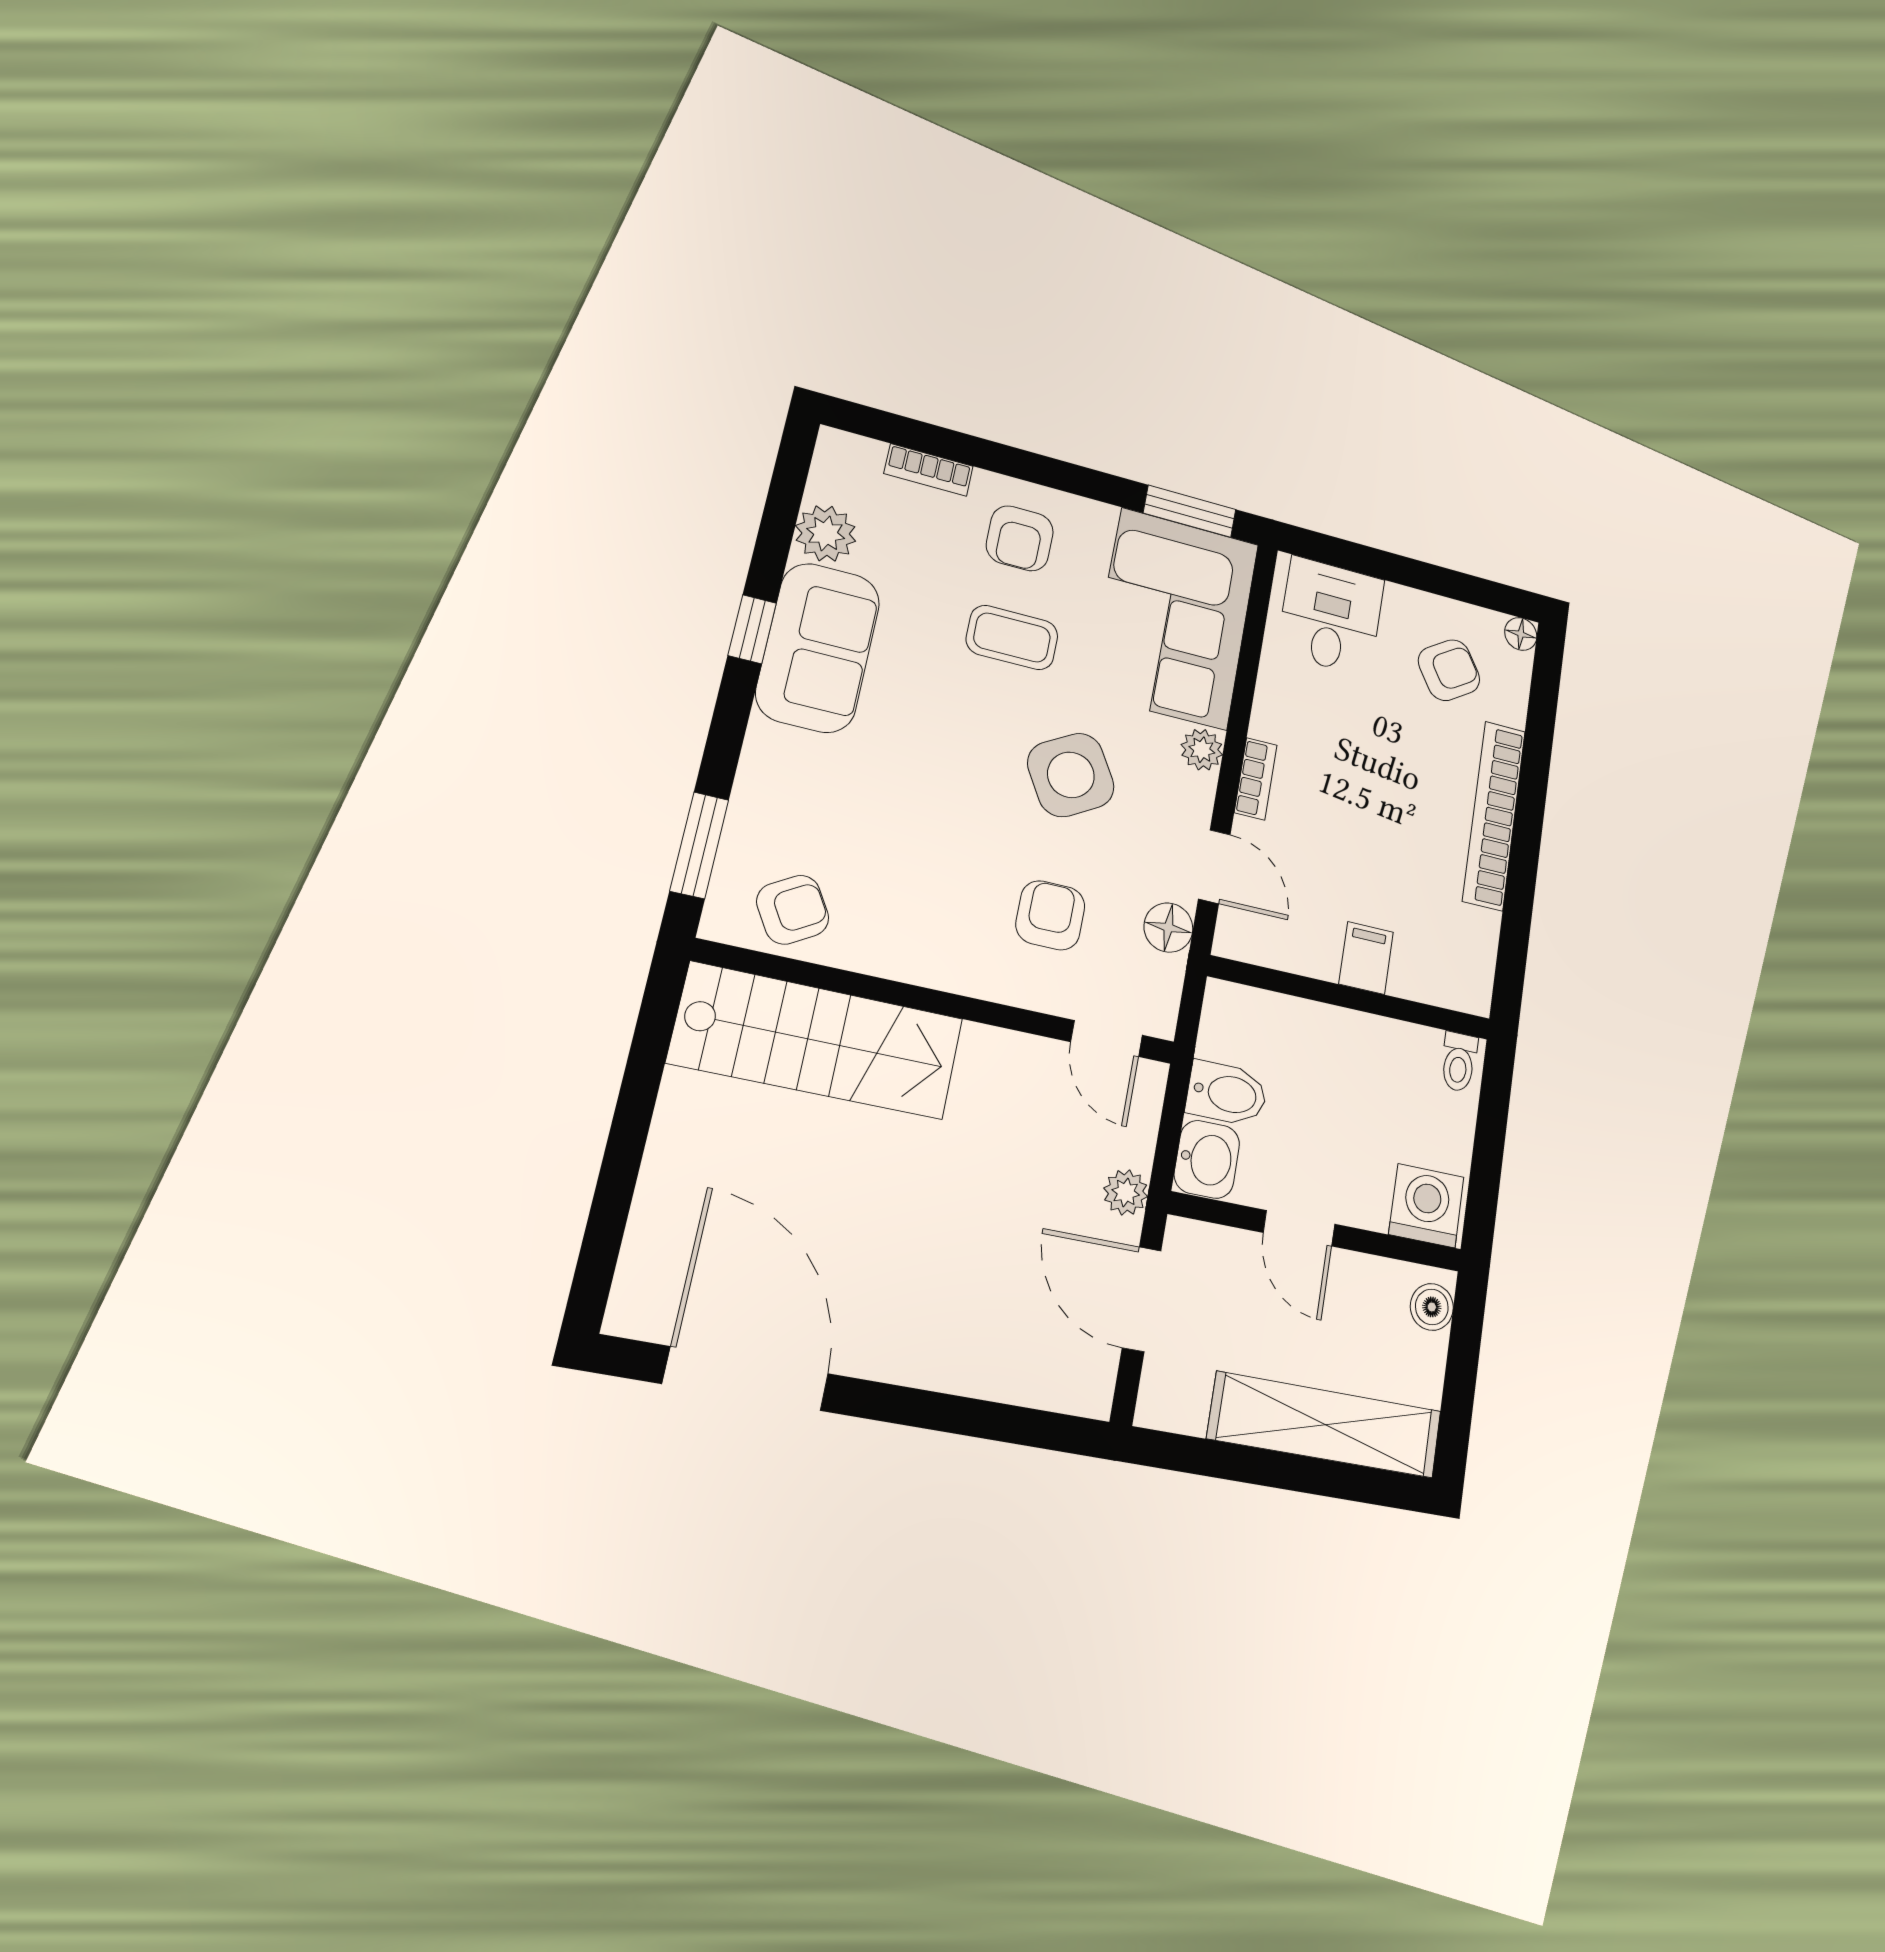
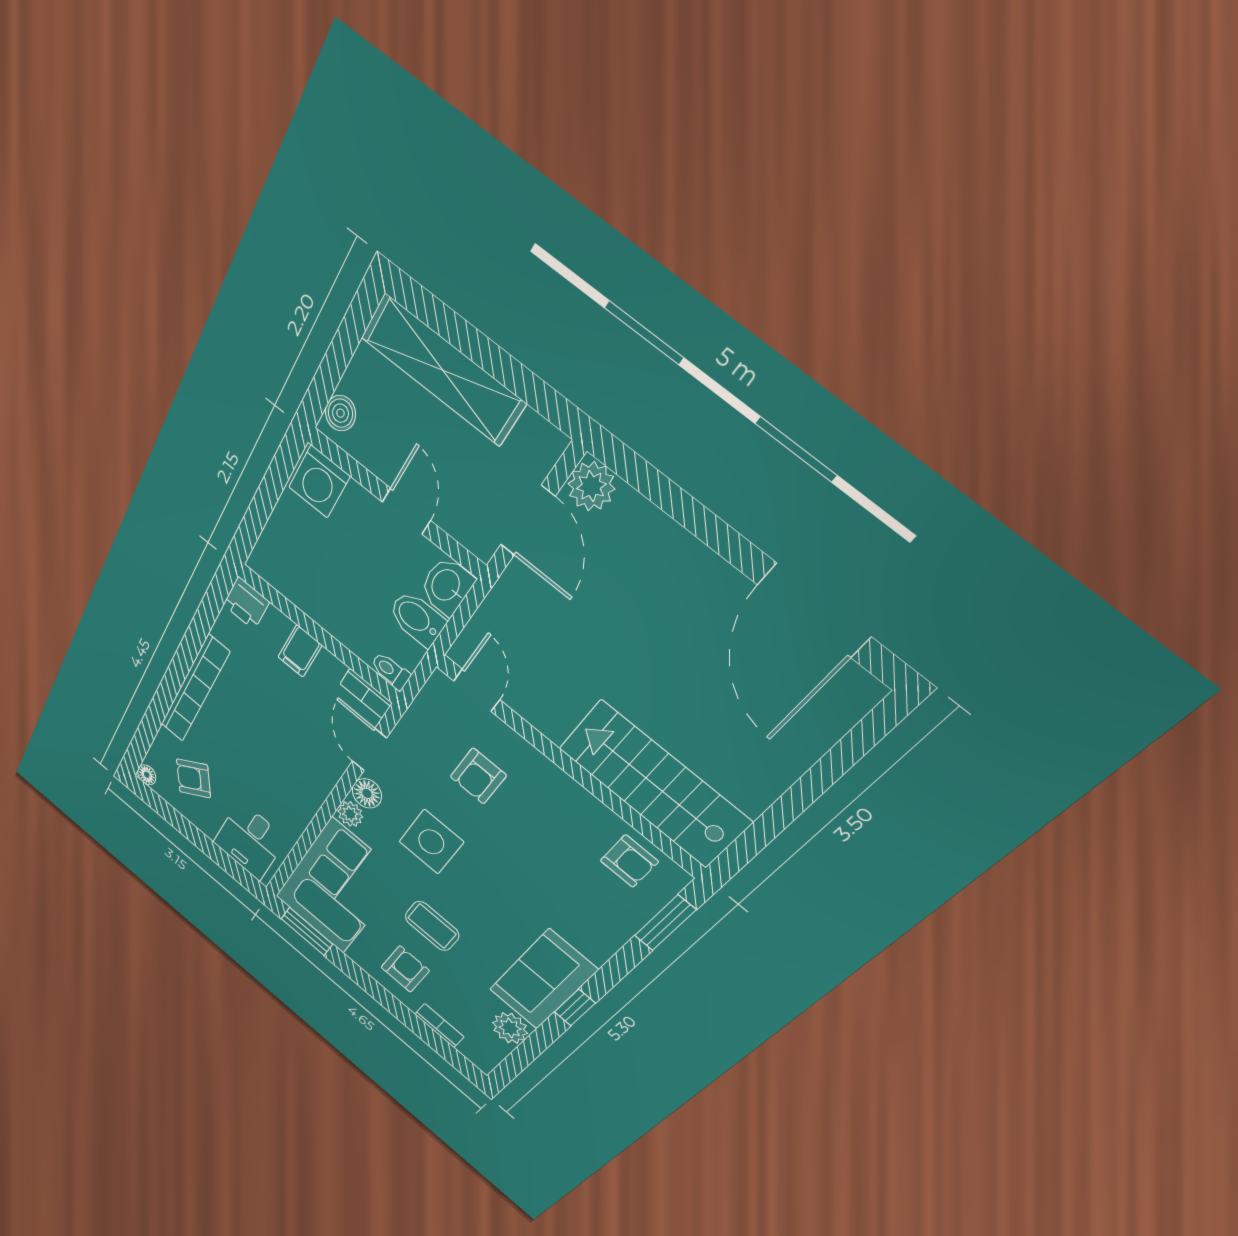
side table: (1071, 775) -> (431, 842), turned 30
bookcase: (1256, 779) -> (366, 693), moved, turned -90
armchair: (793, 910) -> (629, 861), turned -149
floor lamp: (1168, 928) -> (367, 793), moved
printer: (1465, 985) -> (246, 603), added
toilet: (1459, 1062) -> (391, 671), moved, turned -90
plant: (1126, 1192) -> (591, 486), moved, width x1.38, depth x1.38

